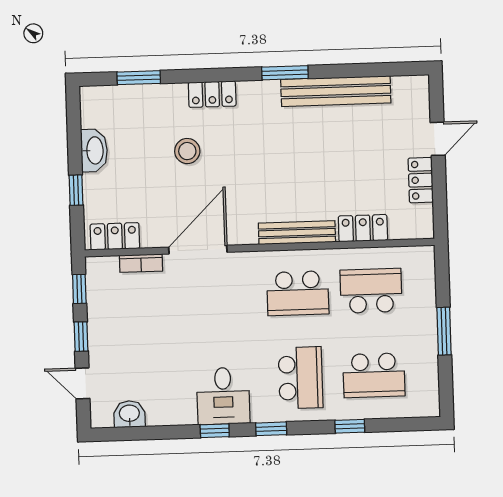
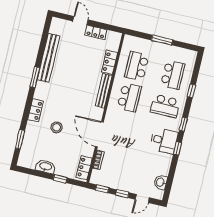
school desk: (301, 378) -> (165, 106), turned 180

